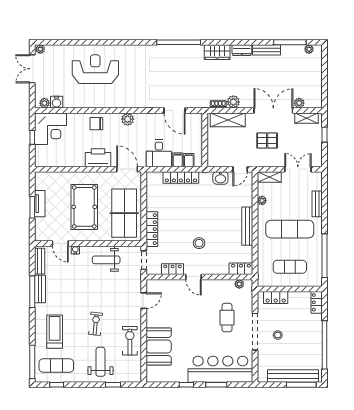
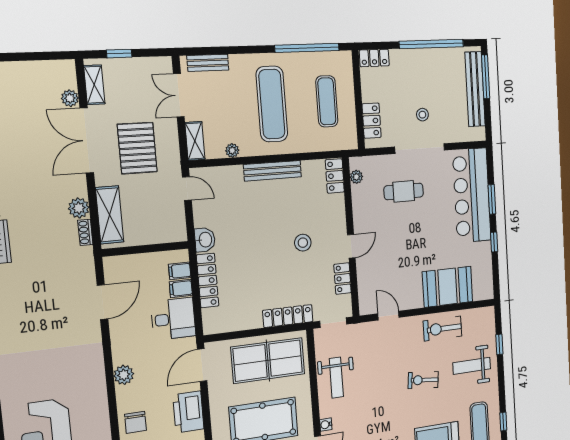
pallet: (267, 140) -> (137, 148), width x1.50, depth x1.42
washbasin: (220, 178) -> (205, 240), moved
bench: (317, 204) -> (208, 63), moved

